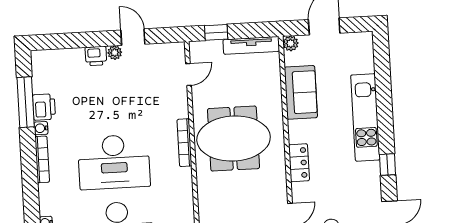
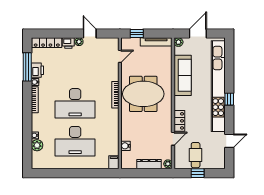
locker: (58, 57) -> (47, 43), added
sofa: (301, 92) -> (183, 75), width x1.36
kitchen unit: (365, 117) -> (218, 86), width x1.86
locker: (299, 163) -> (179, 121), moved
window: (388, 164) -> (229, 99), moved

